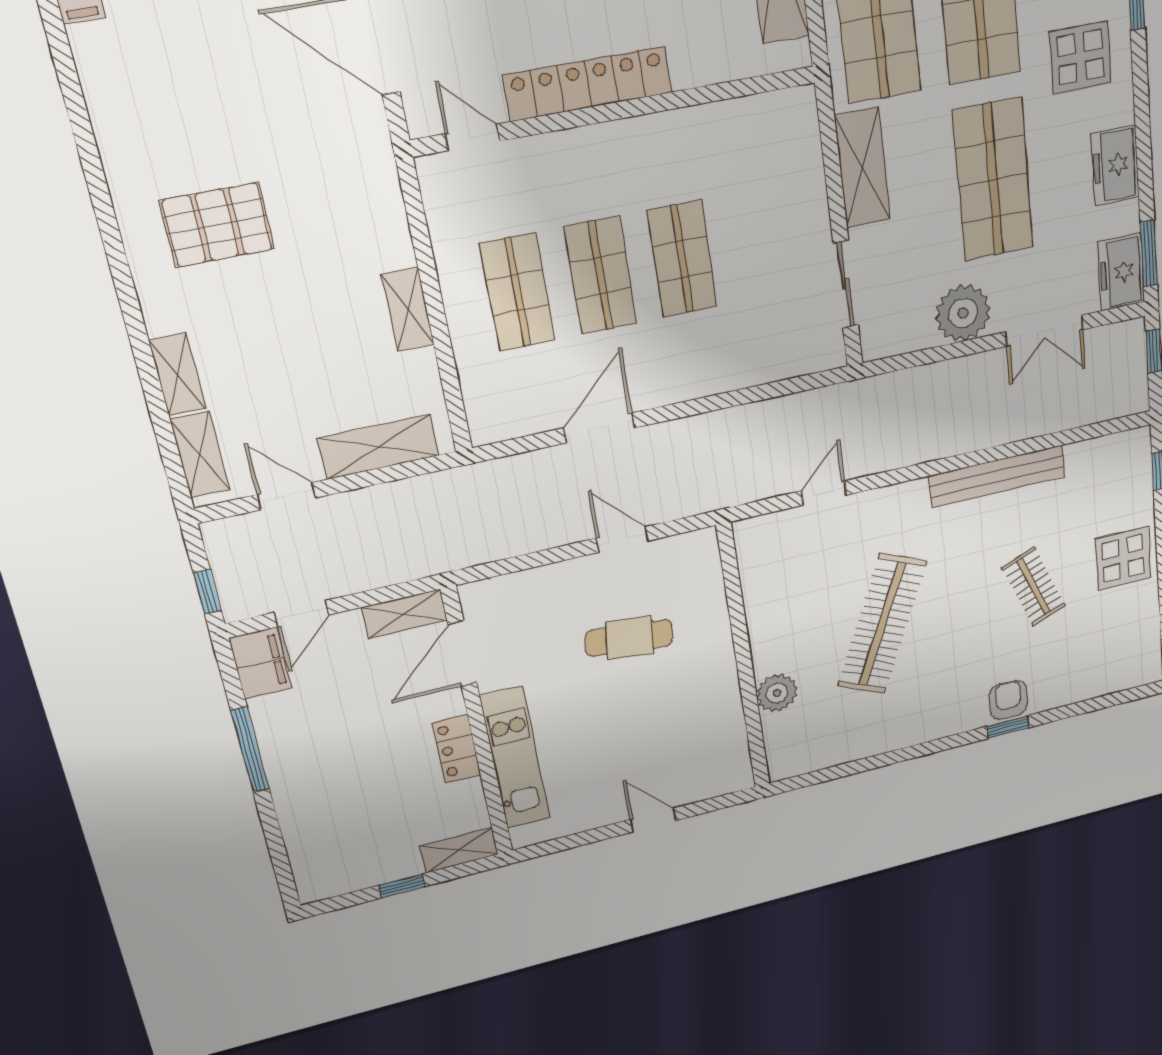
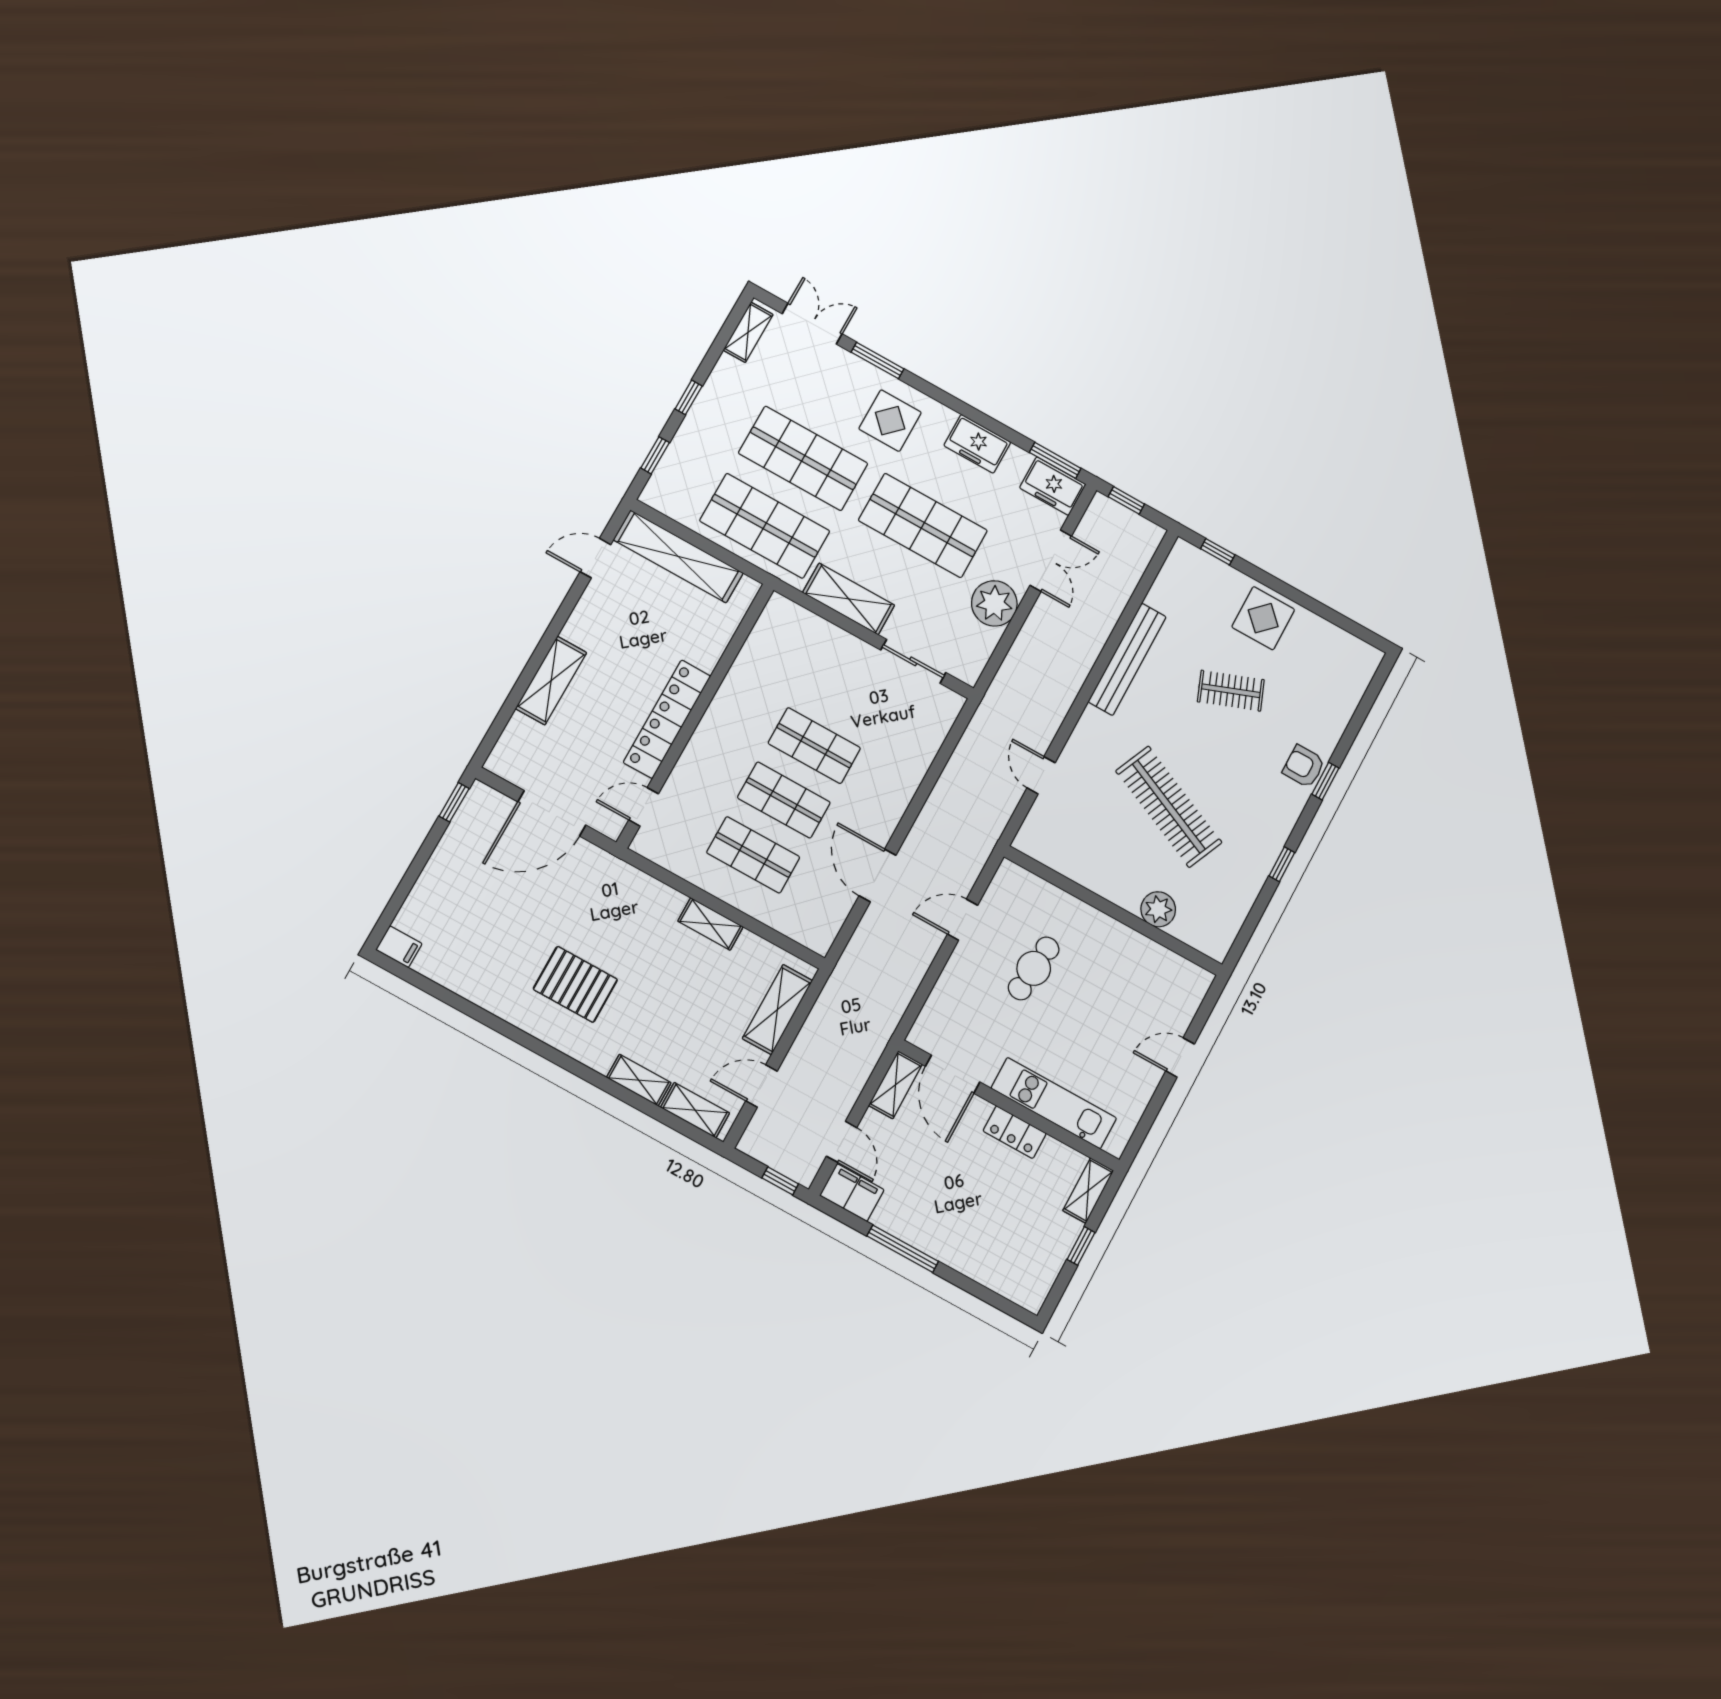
pallet: (217, 225) -> (575, 984), turned 90
window: (903, 755) -> (1282, 864), added

